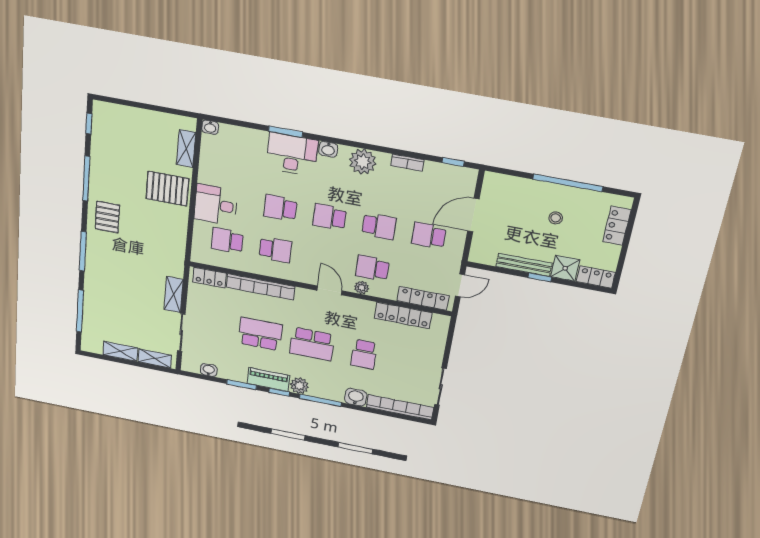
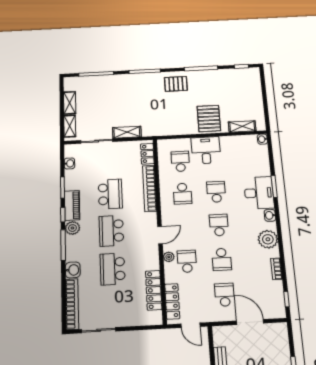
school desk: (364, 354) -> (113, 269), width x1.85

